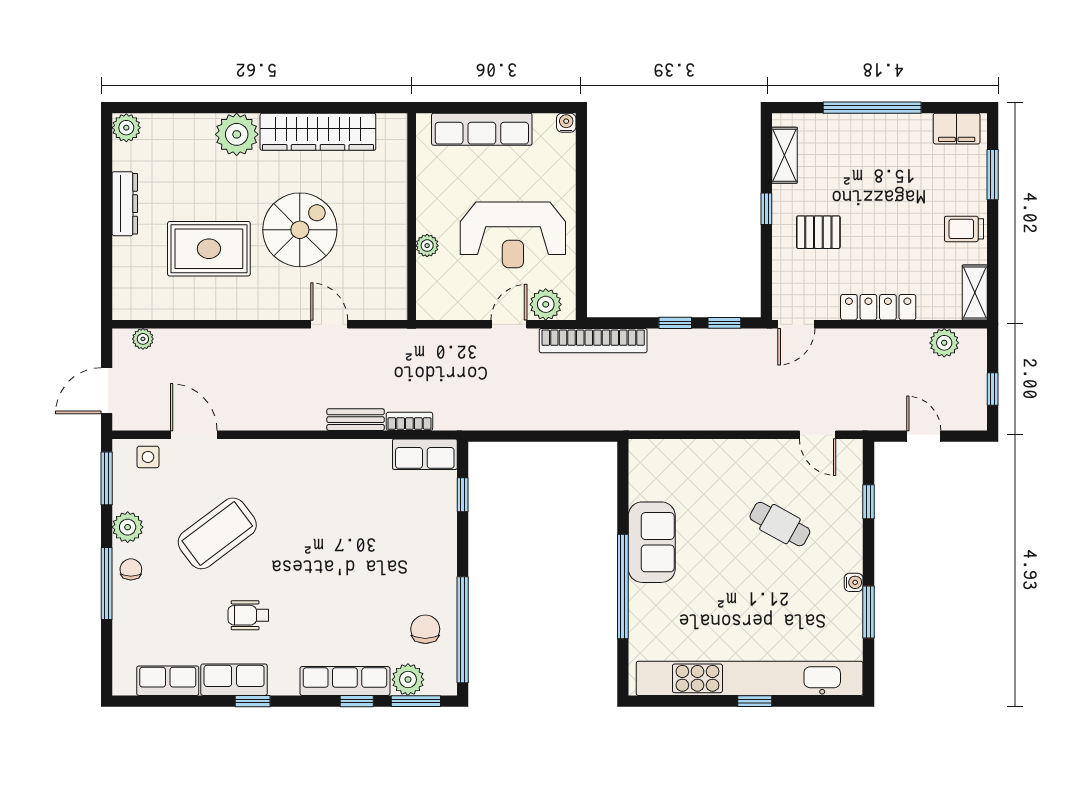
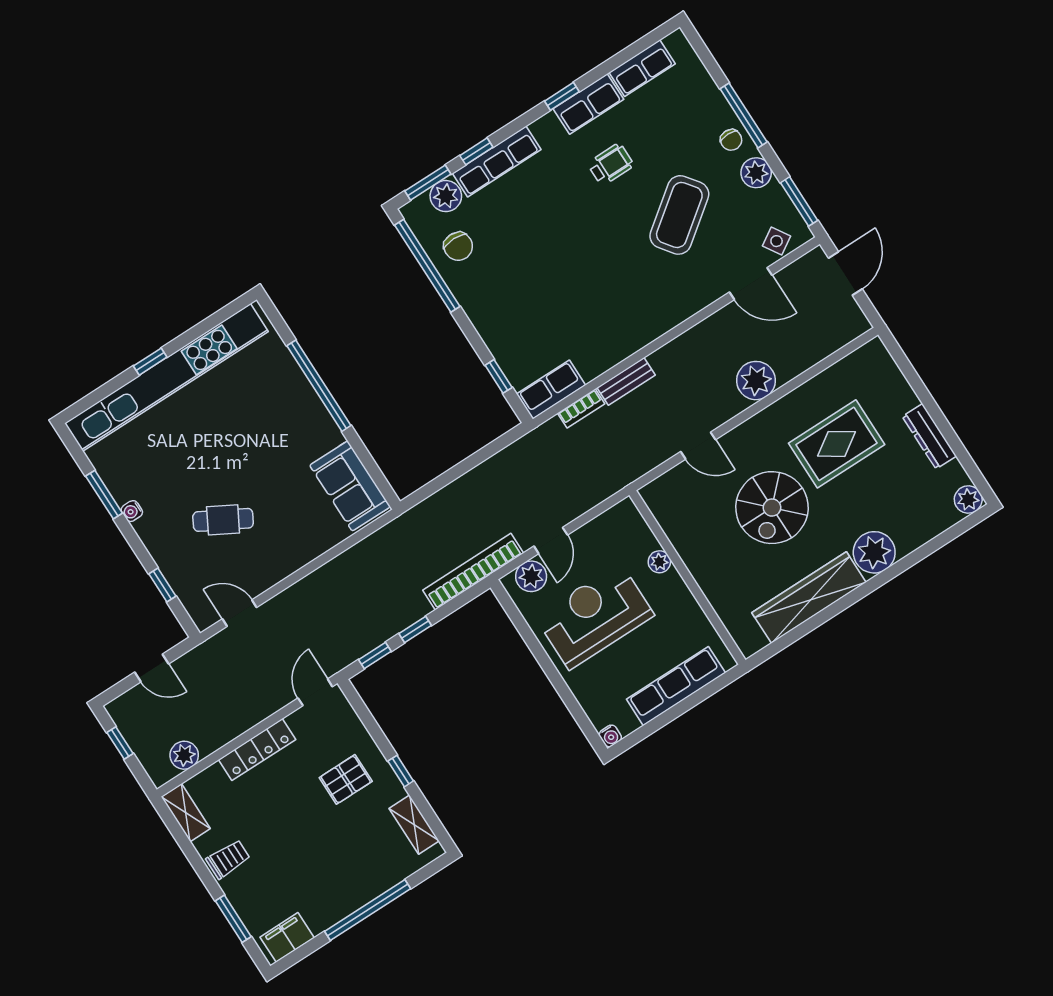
plant: (143, 339) -> (756, 381), moved, width x1.88, depth x1.88
side table: (148, 457) -> (777, 241), turned -32
sofa: (652, 542) -> (350, 486), moved

